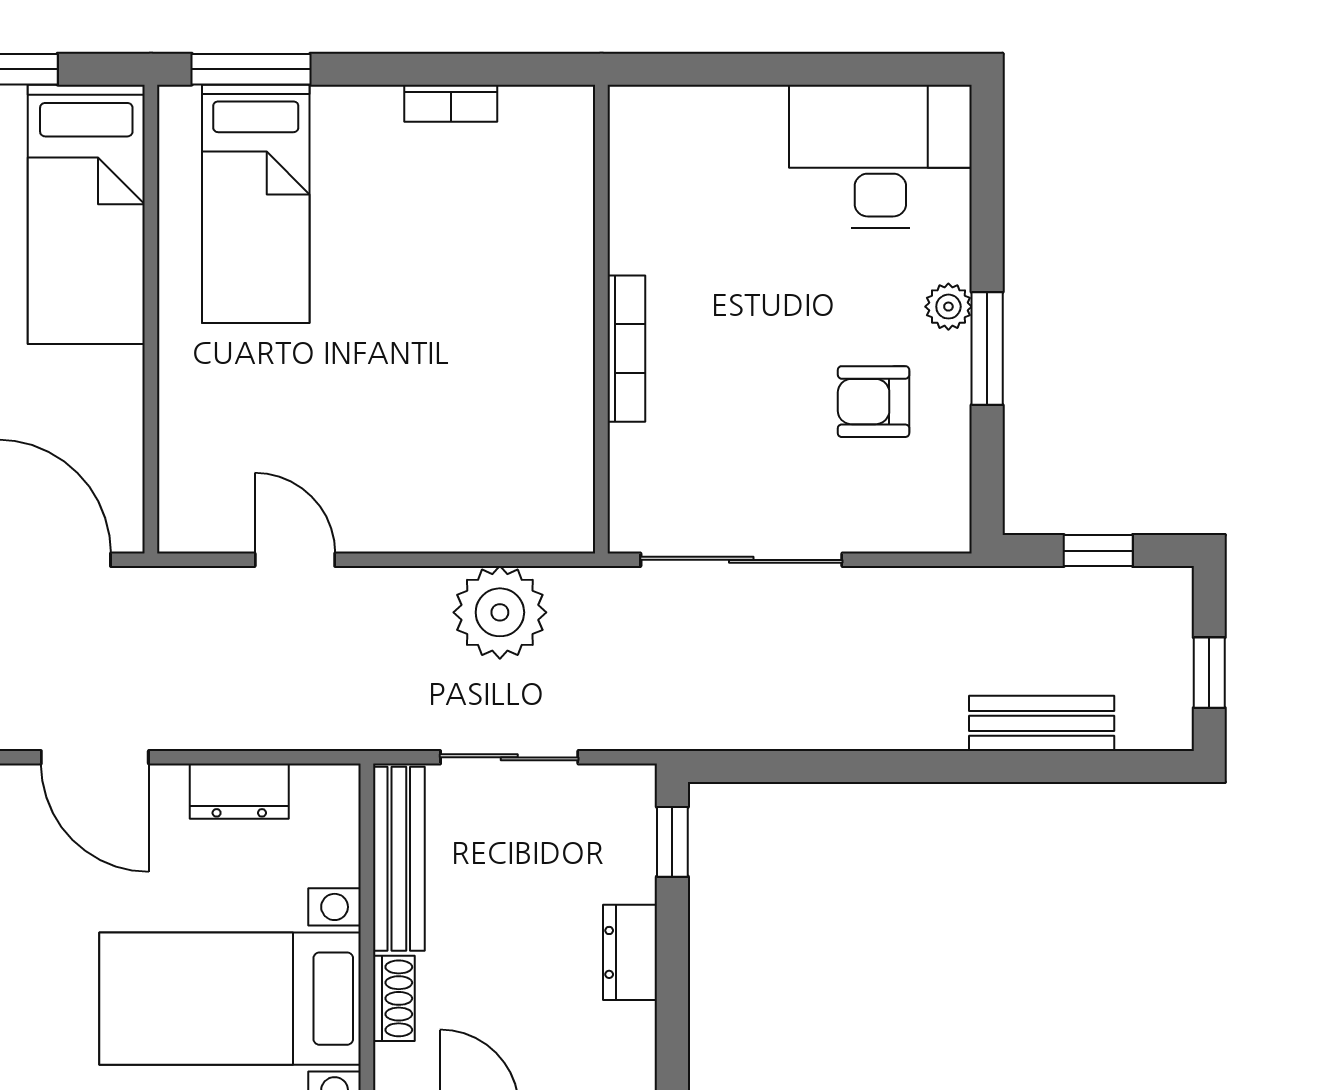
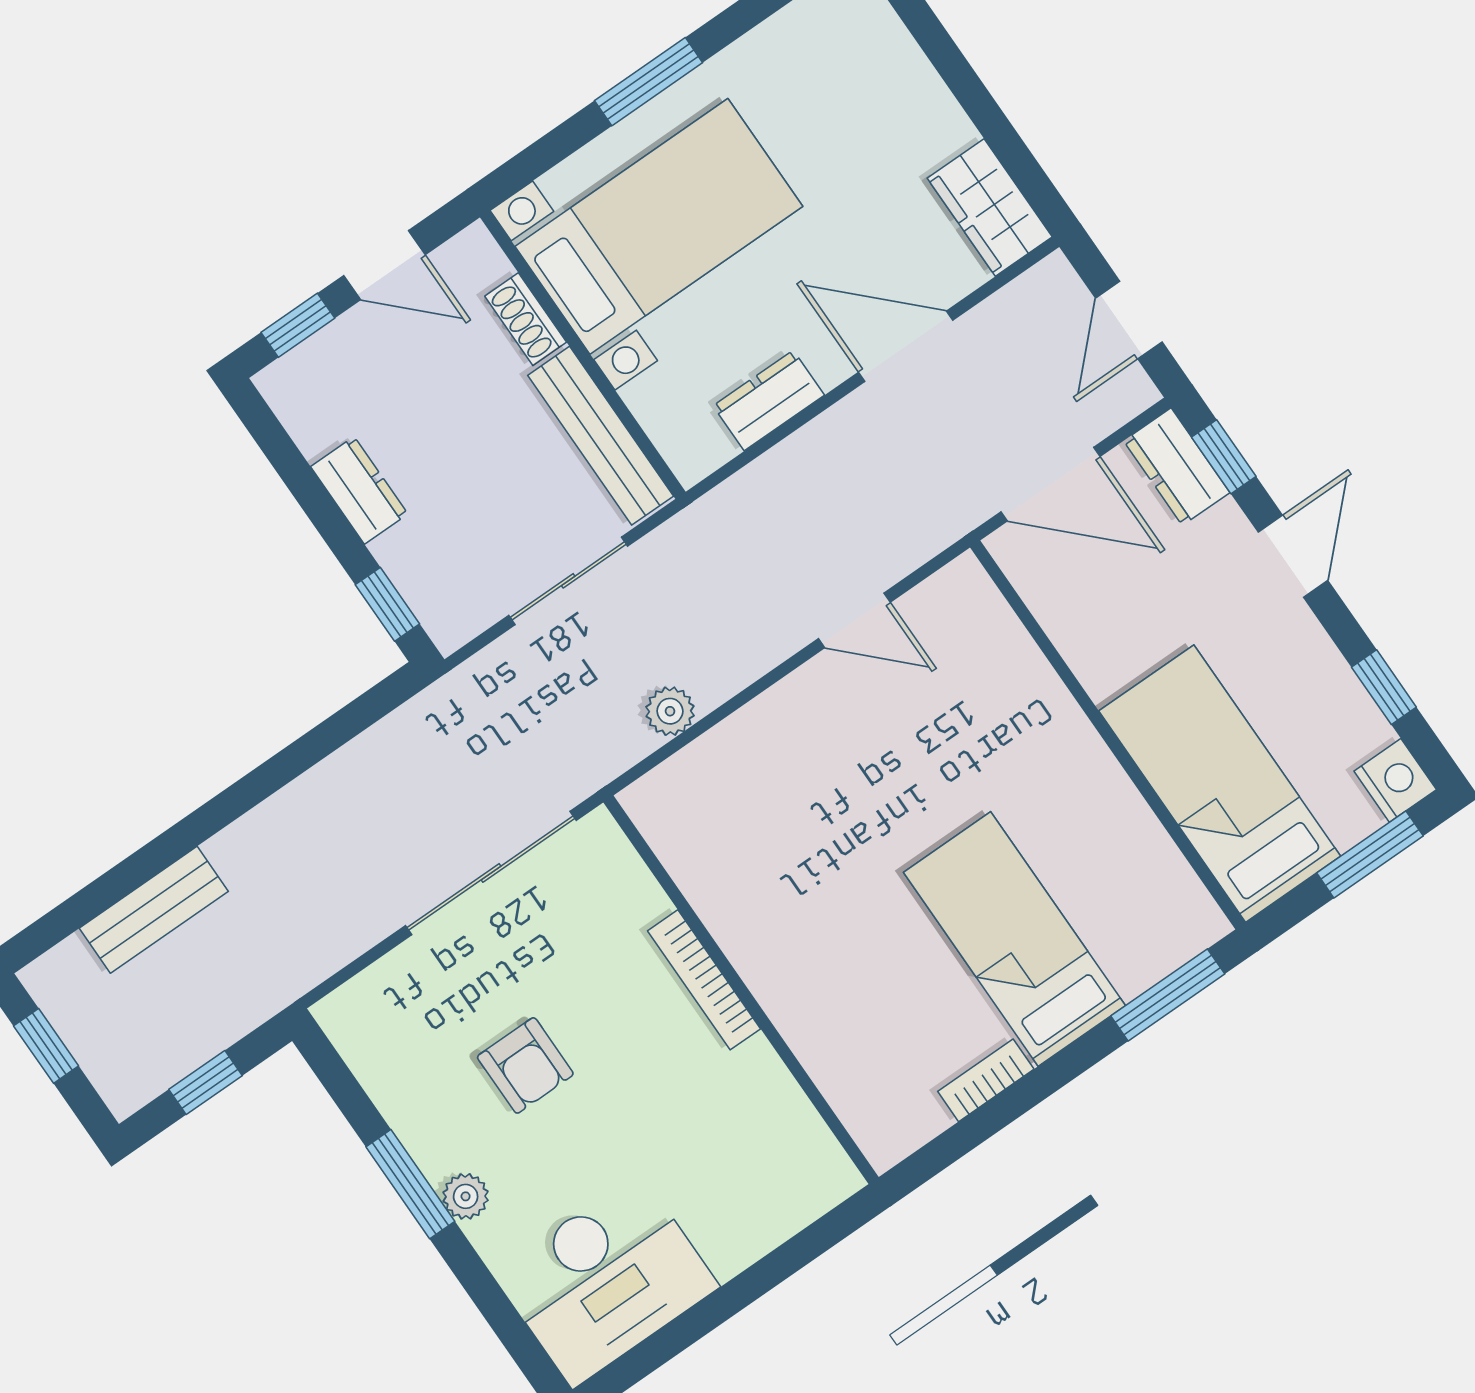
bed: (256, 204) -> (1014, 939), moved
armchair: (874, 402) -> (525, 1065), moved, turned 90
plant: (500, 612) -> (670, 711), width x0.53, depth x0.53

